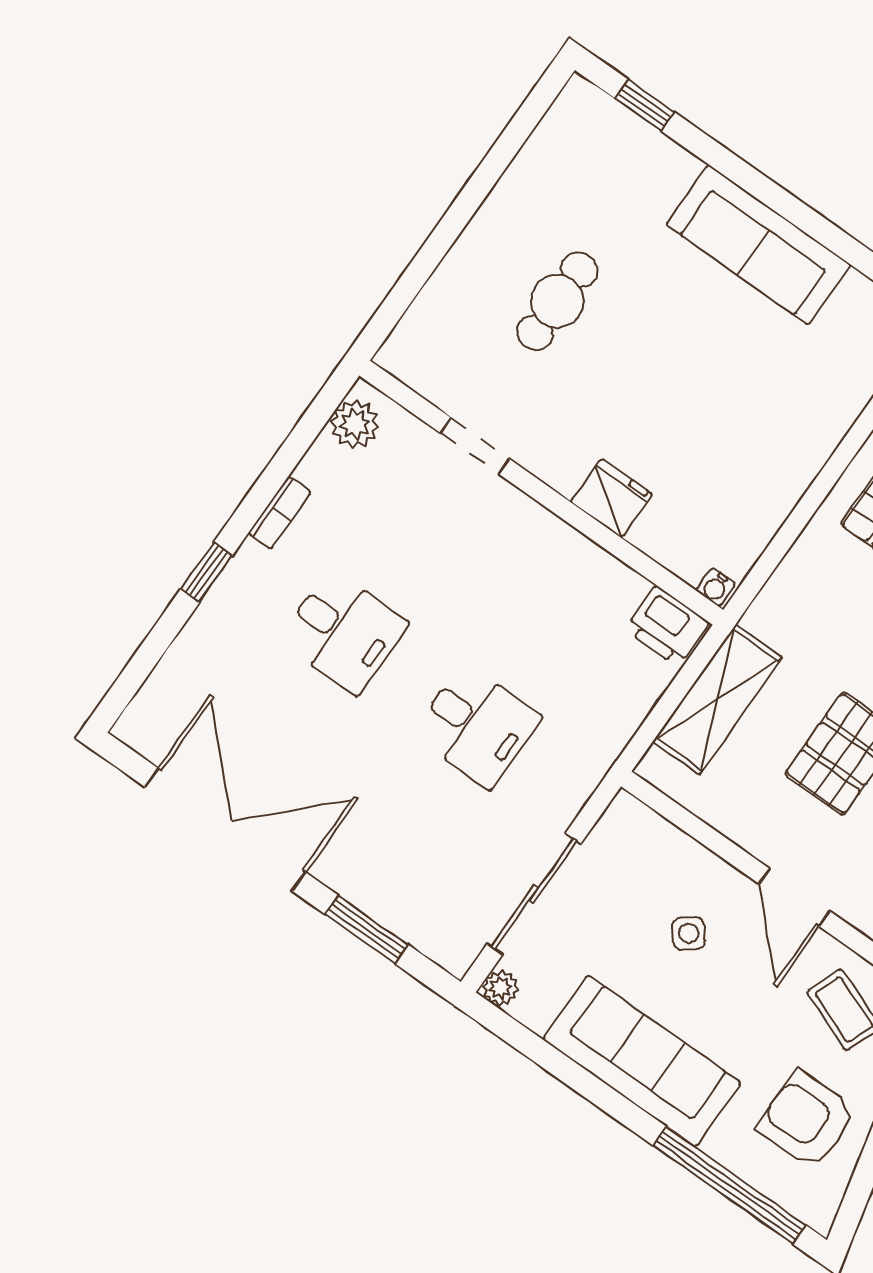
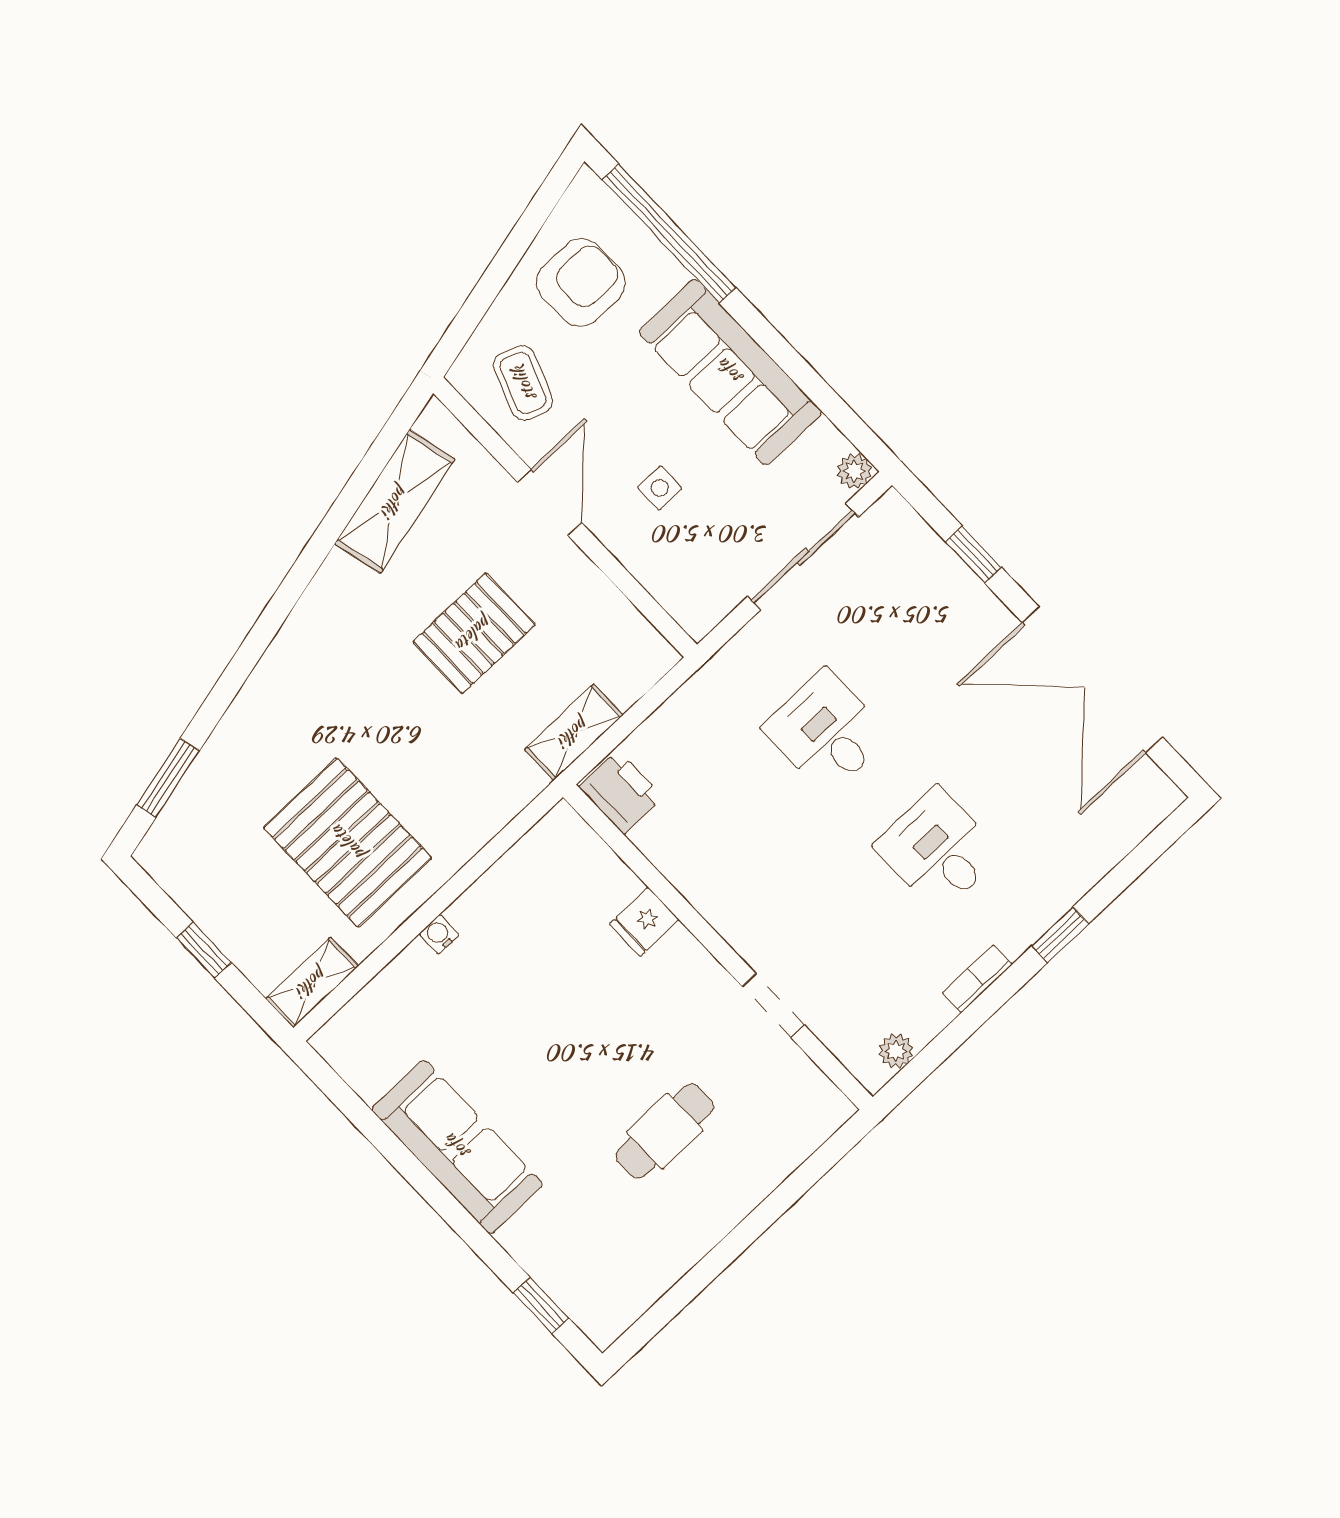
plant: (355, 424) -> (896, 1051), width x0.73, depth x0.73
fridge: (611, 498) -> (644, 922), width x0.72
water cooler: (716, 587) -> (439, 934), moved, turned -90
shelving: (717, 700) -> (574, 732), width x0.67, depth x0.75
window: (367, 929) -> (973, 554), width x0.67
side table: (689, 933) -> (660, 488), turned 37
armchair: (807, 1120) -> (581, 282), turned -90

